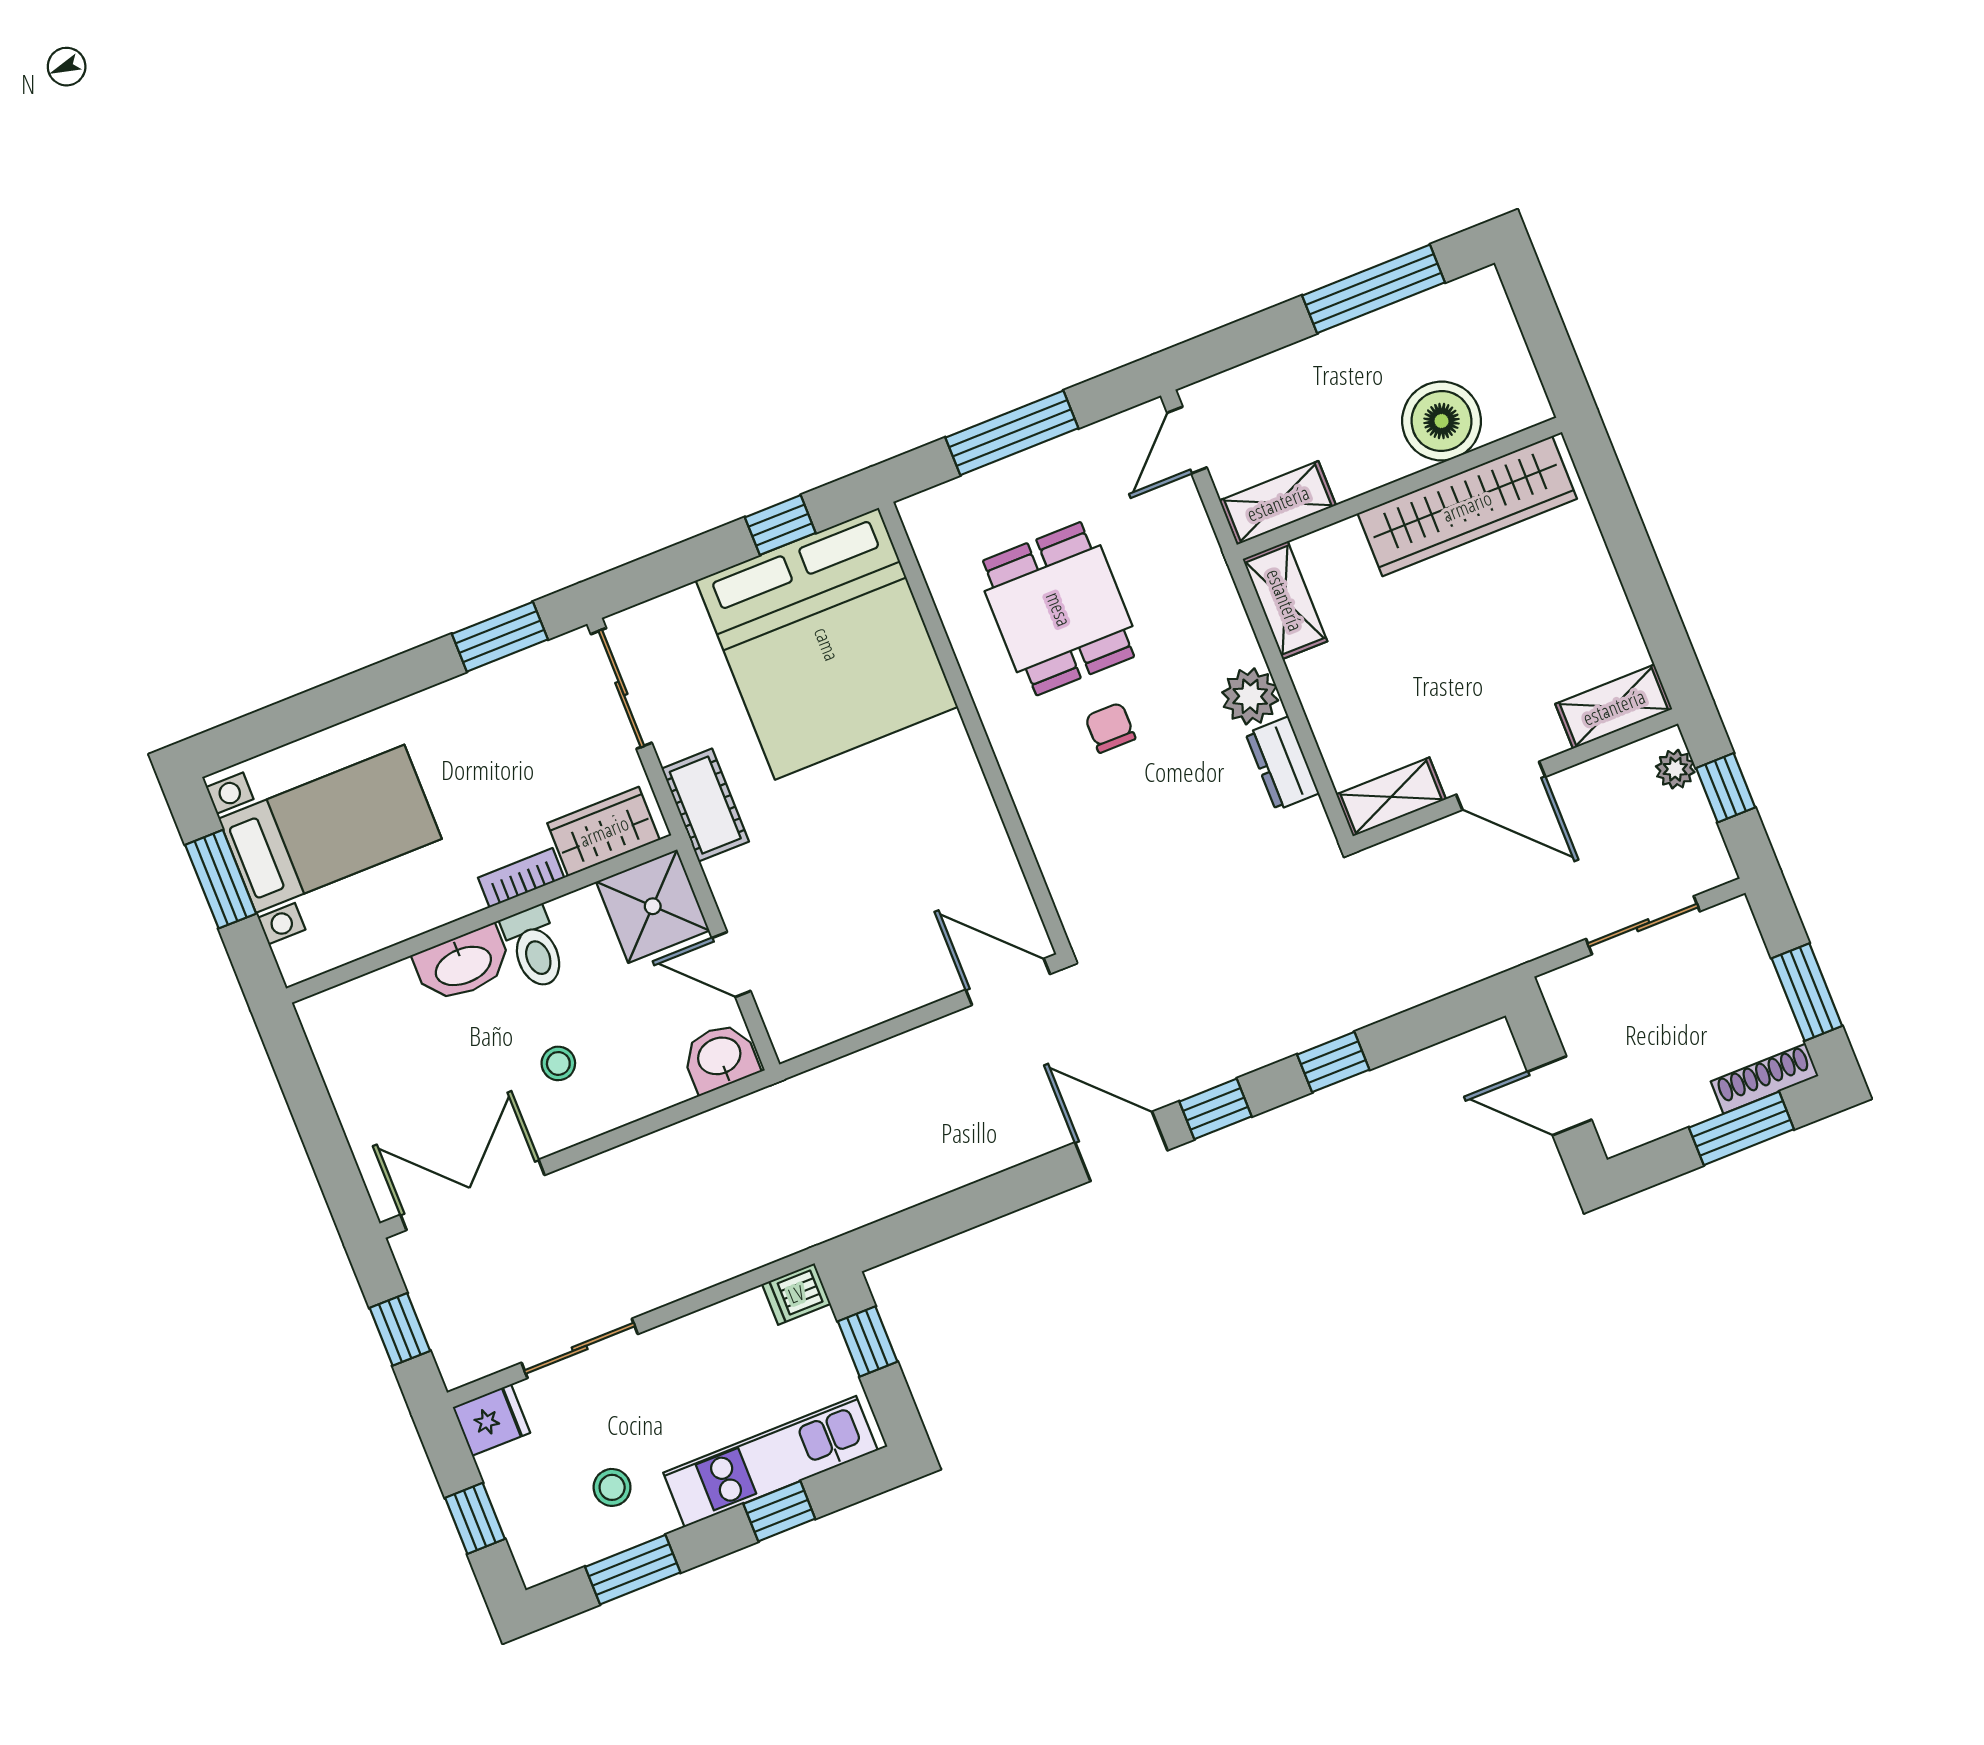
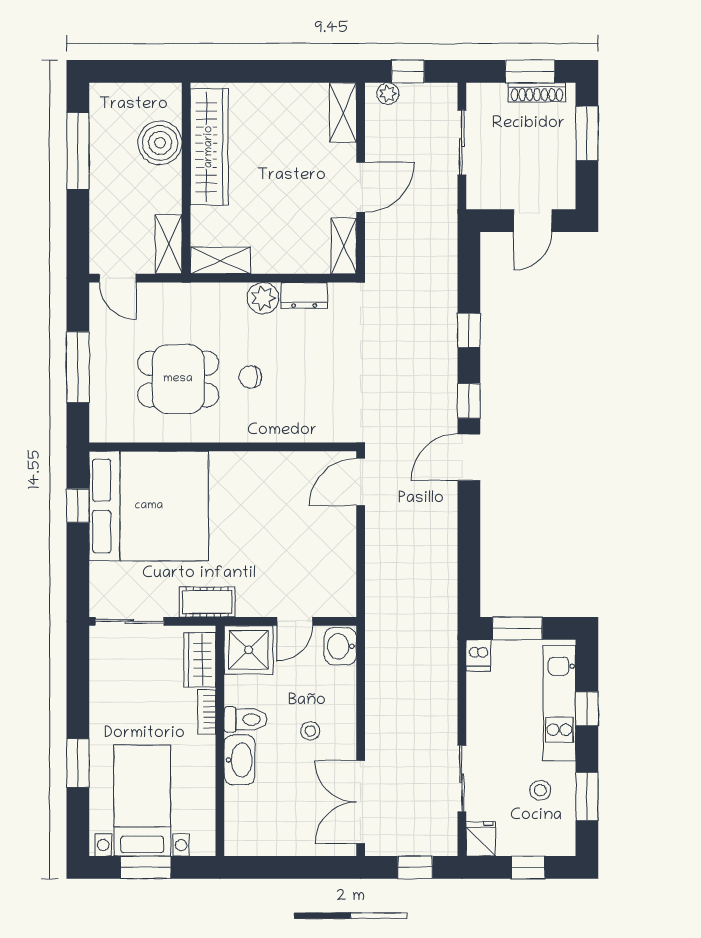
window: (500, 637) -> (78, 763), moved
shoe rack: (1765, 1079) -> (537, 92), moved, turned -90
window: (868, 1341) -> (517, 628), width x1.50

